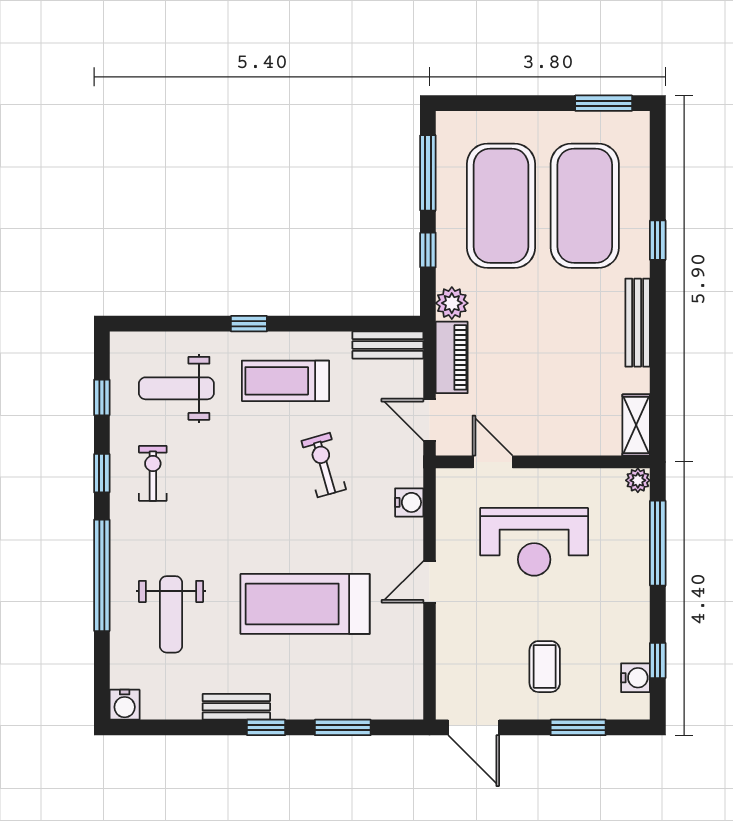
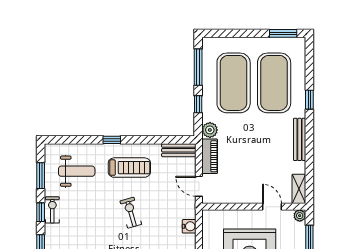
treadmill: (285, 381) -> (129, 168), turned 180
weight bench: (176, 388) -> (77, 171), turned 180
window: (102, 397) -> (41, 176), width x1.50
door: (493, 462) -> (272, 207), moved
exercise bike: (324, 465) -> (131, 213), moved
exercise bike: (153, 473) -> (52, 210), moved

